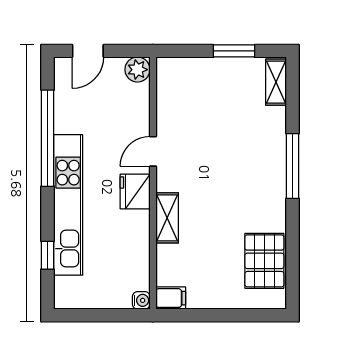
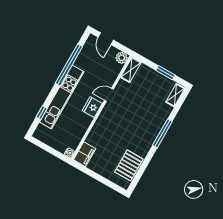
door: (88, 51) -> (106, 39), hinge flipped
shelving: (167, 218) -> (131, 70), moved
filing cabinet: (171, 298) -> (85, 154), width x2.00

